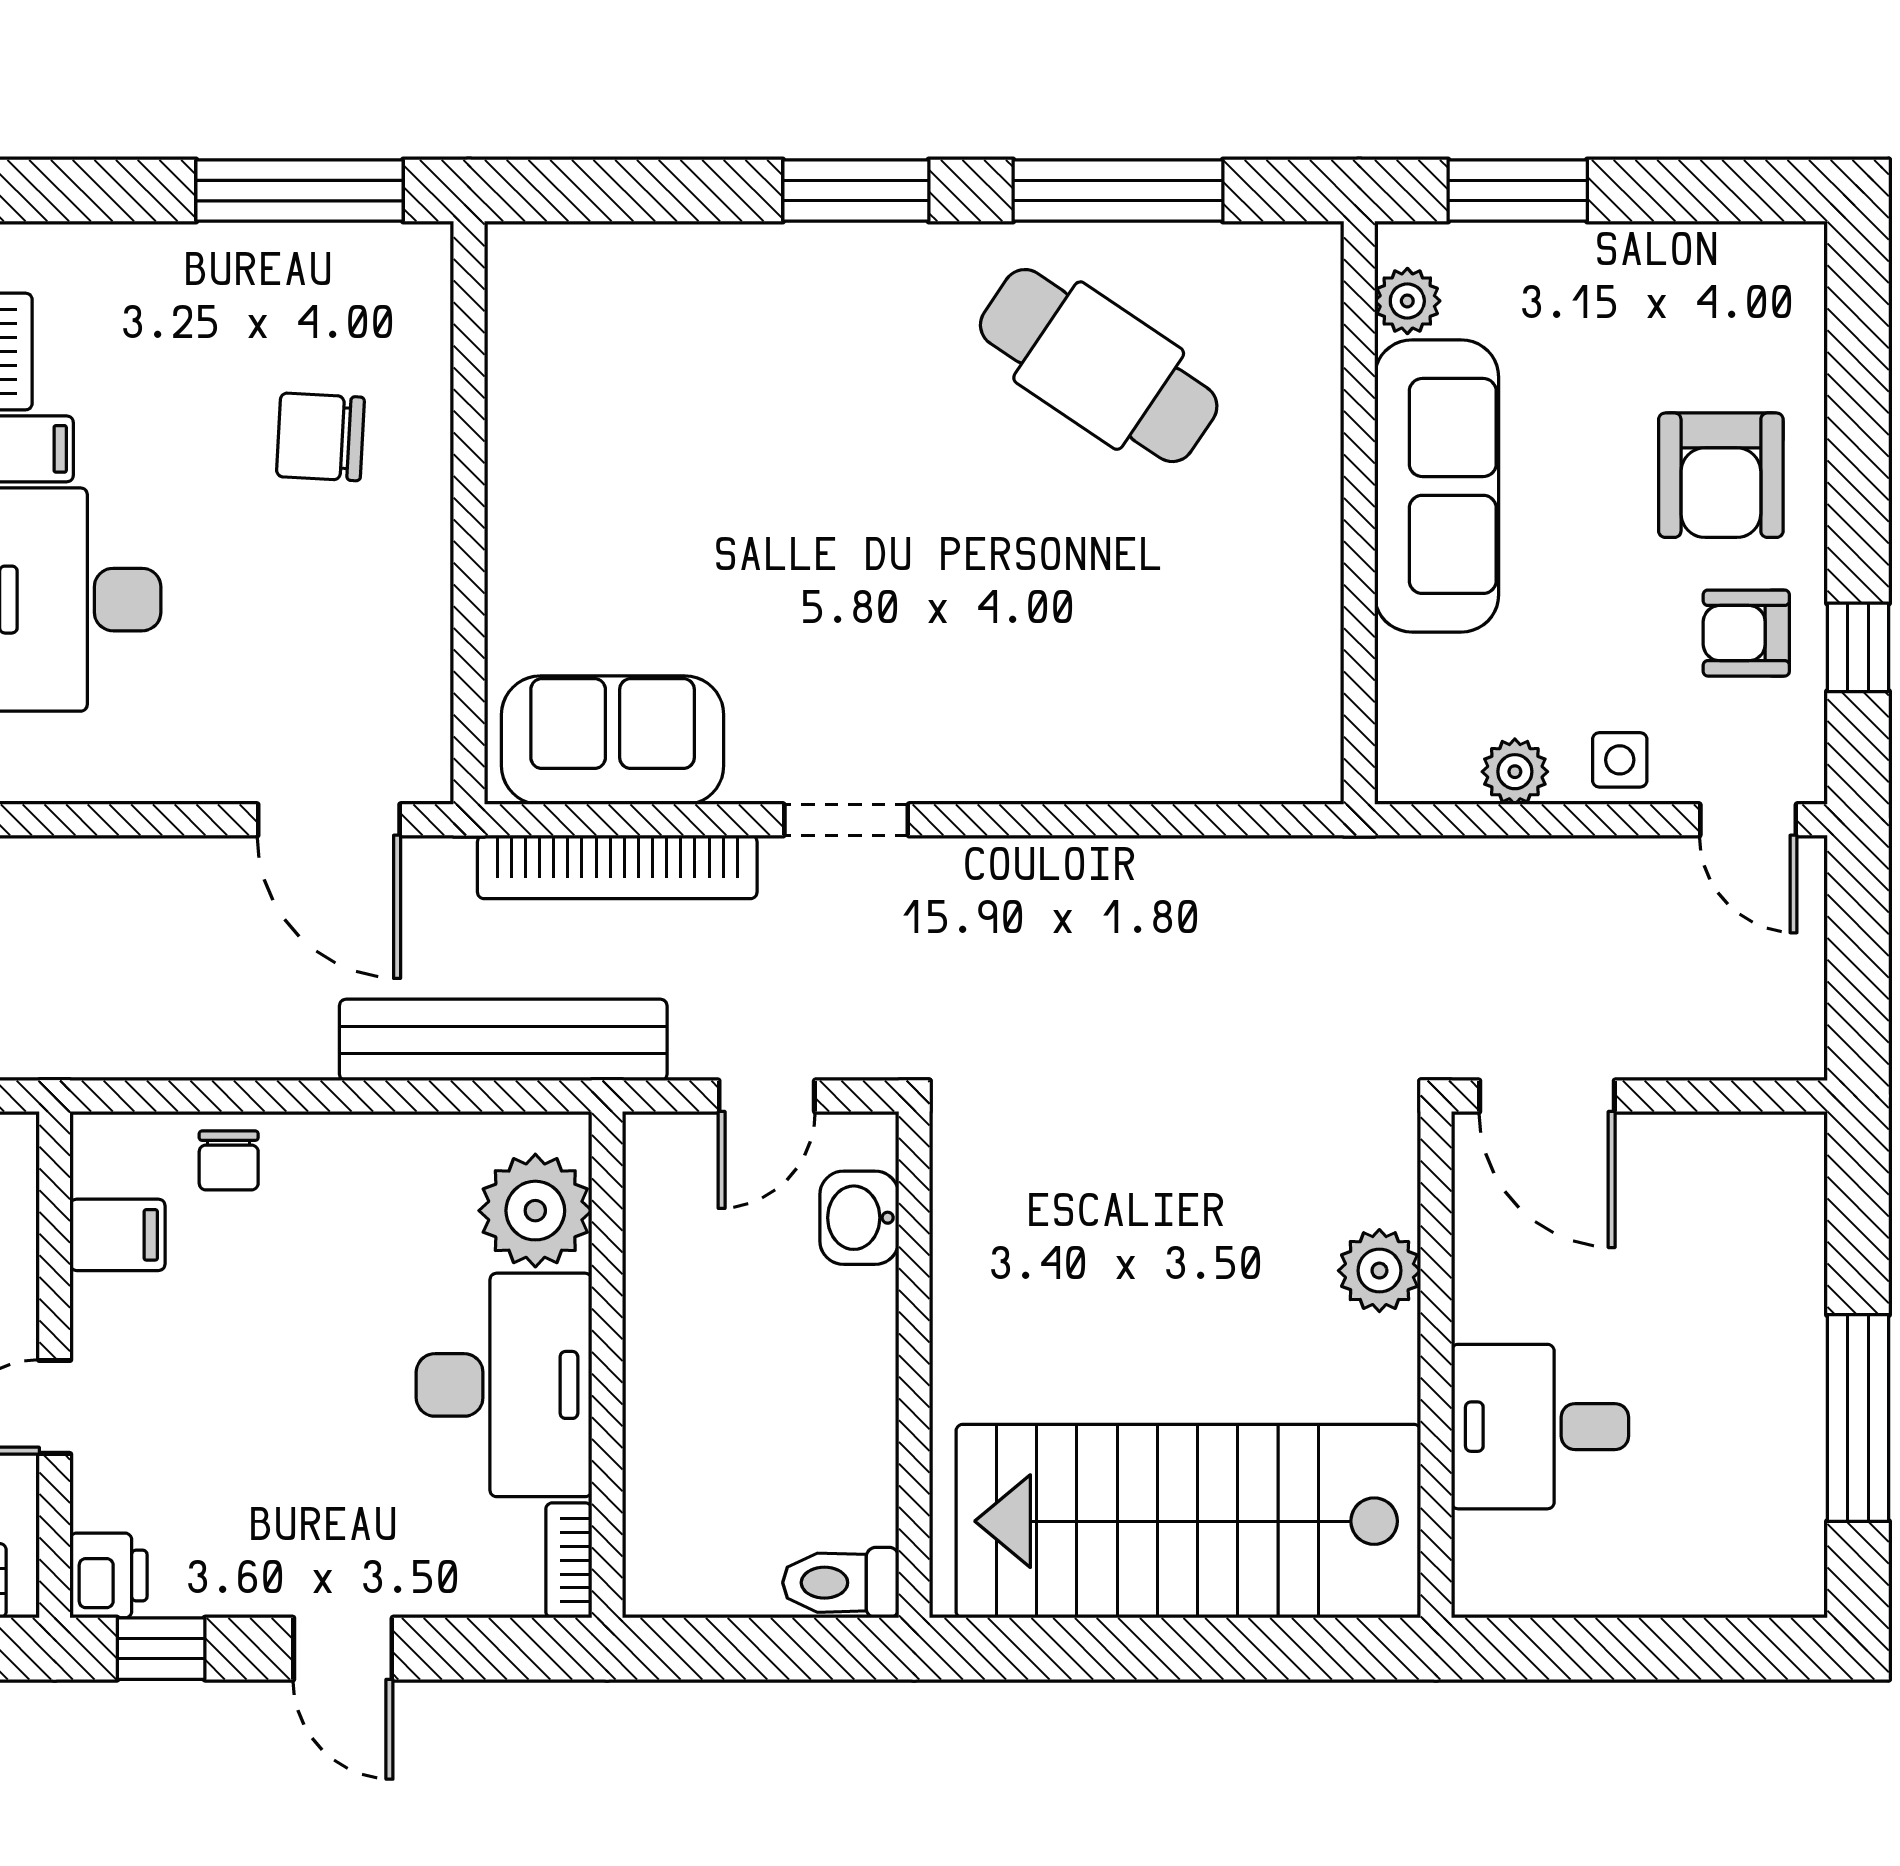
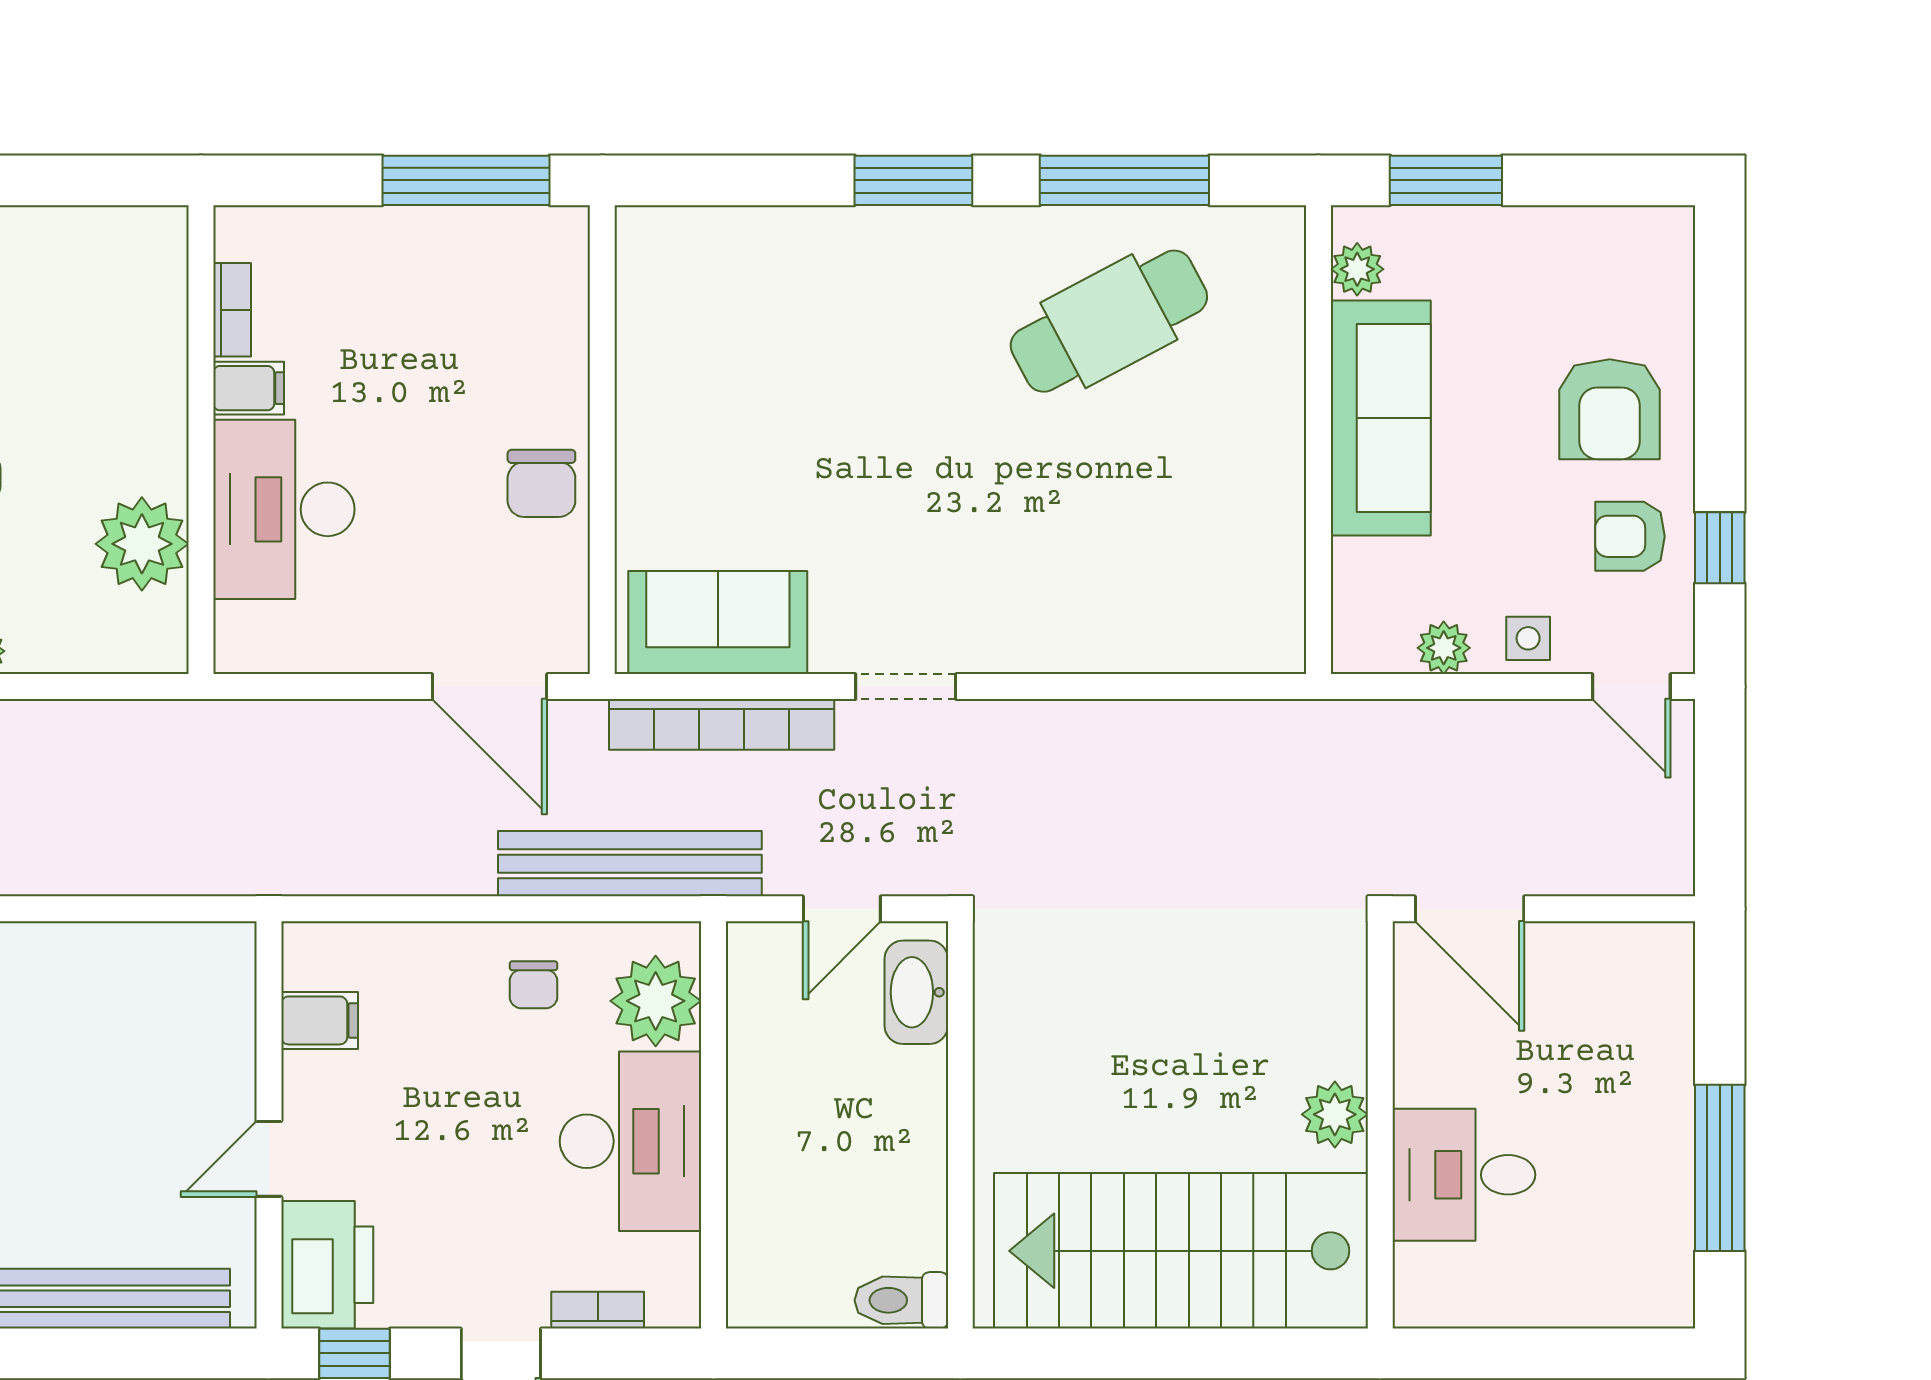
cafe table: (1099, 366) -> (1109, 321), turned -62
chair: (320, 437) -> (541, 483), moved, turned -93
chair: (229, 1160) -> (534, 985), moved
washbasin: (859, 1218) -> (916, 992), width x1.38
plant: (1379, 1271) -> (1335, 1114), moved
bookcase: (569, 1560) -> (598, 1310), moved, turned 90
printer: (109, 1576) -> (327, 1265), width x1.87, depth x1.48

